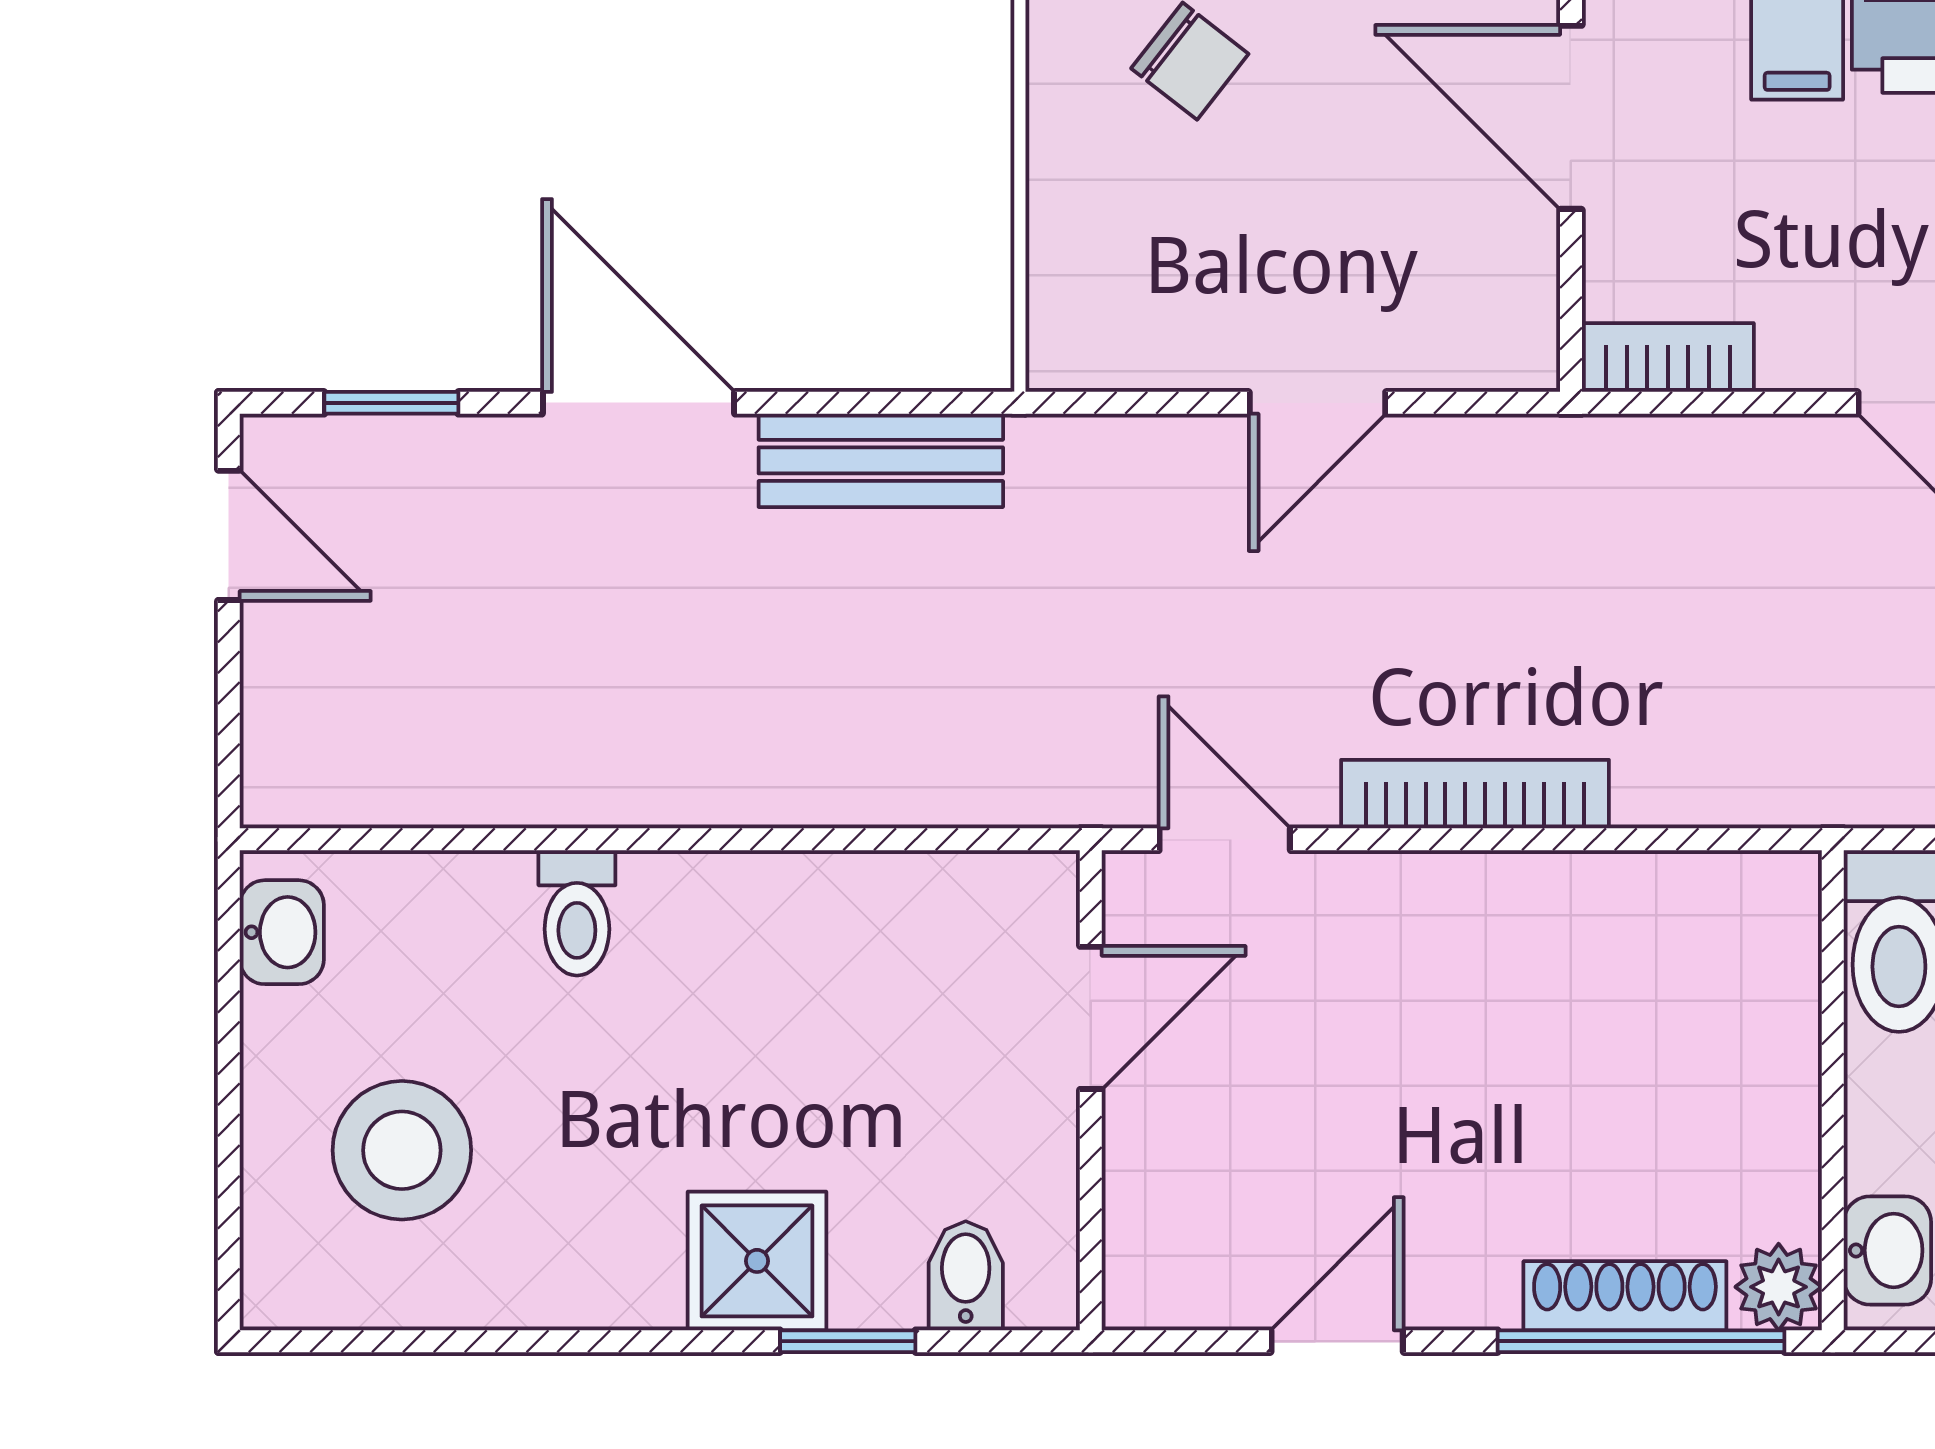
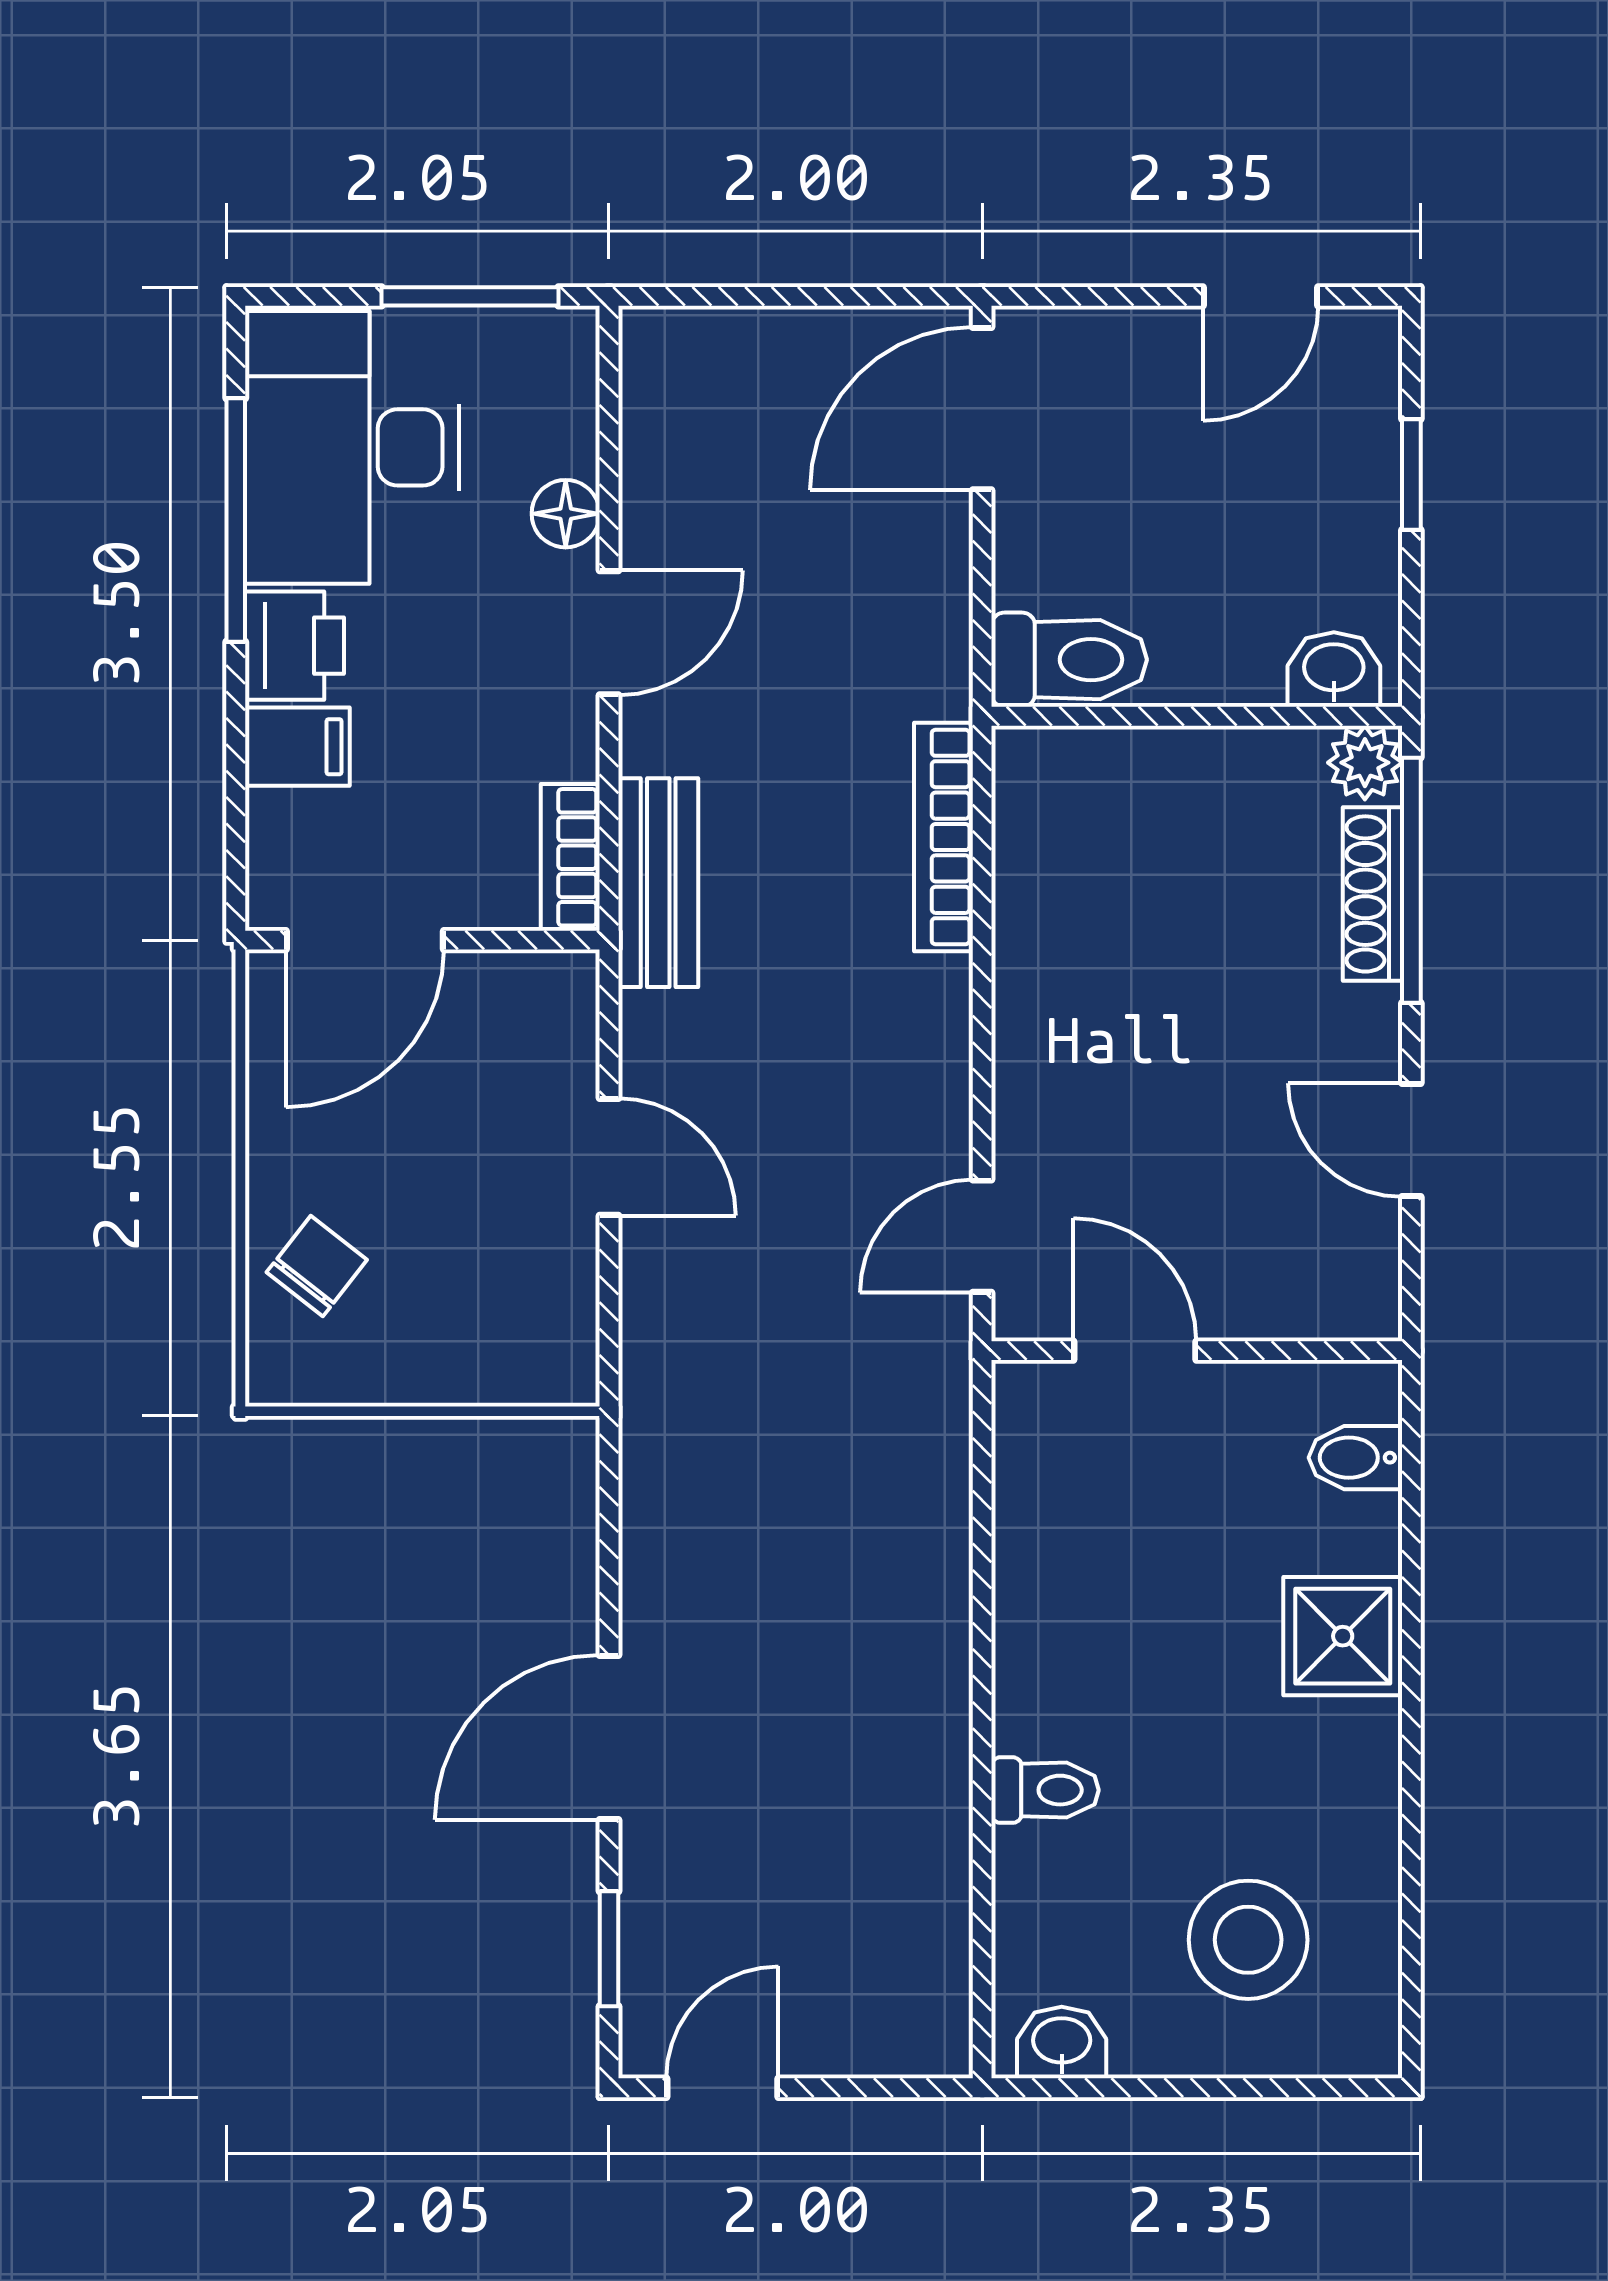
bench: (881, 460) -> (658, 883), moved
bookcase: (1475, 794) -> (944, 837), moved
window: (848, 1341) -> (1411, 1558), removed

